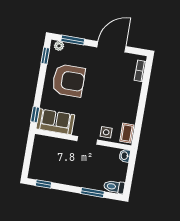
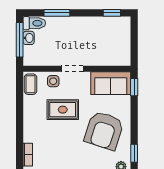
armchair: (69, 81) -> (104, 131), turned -72
rug: (102, 106) -> (63, 110), added
washbasin: (125, 156) -> (29, 38), moved
window: (130, 174) -> (20, 40), added

